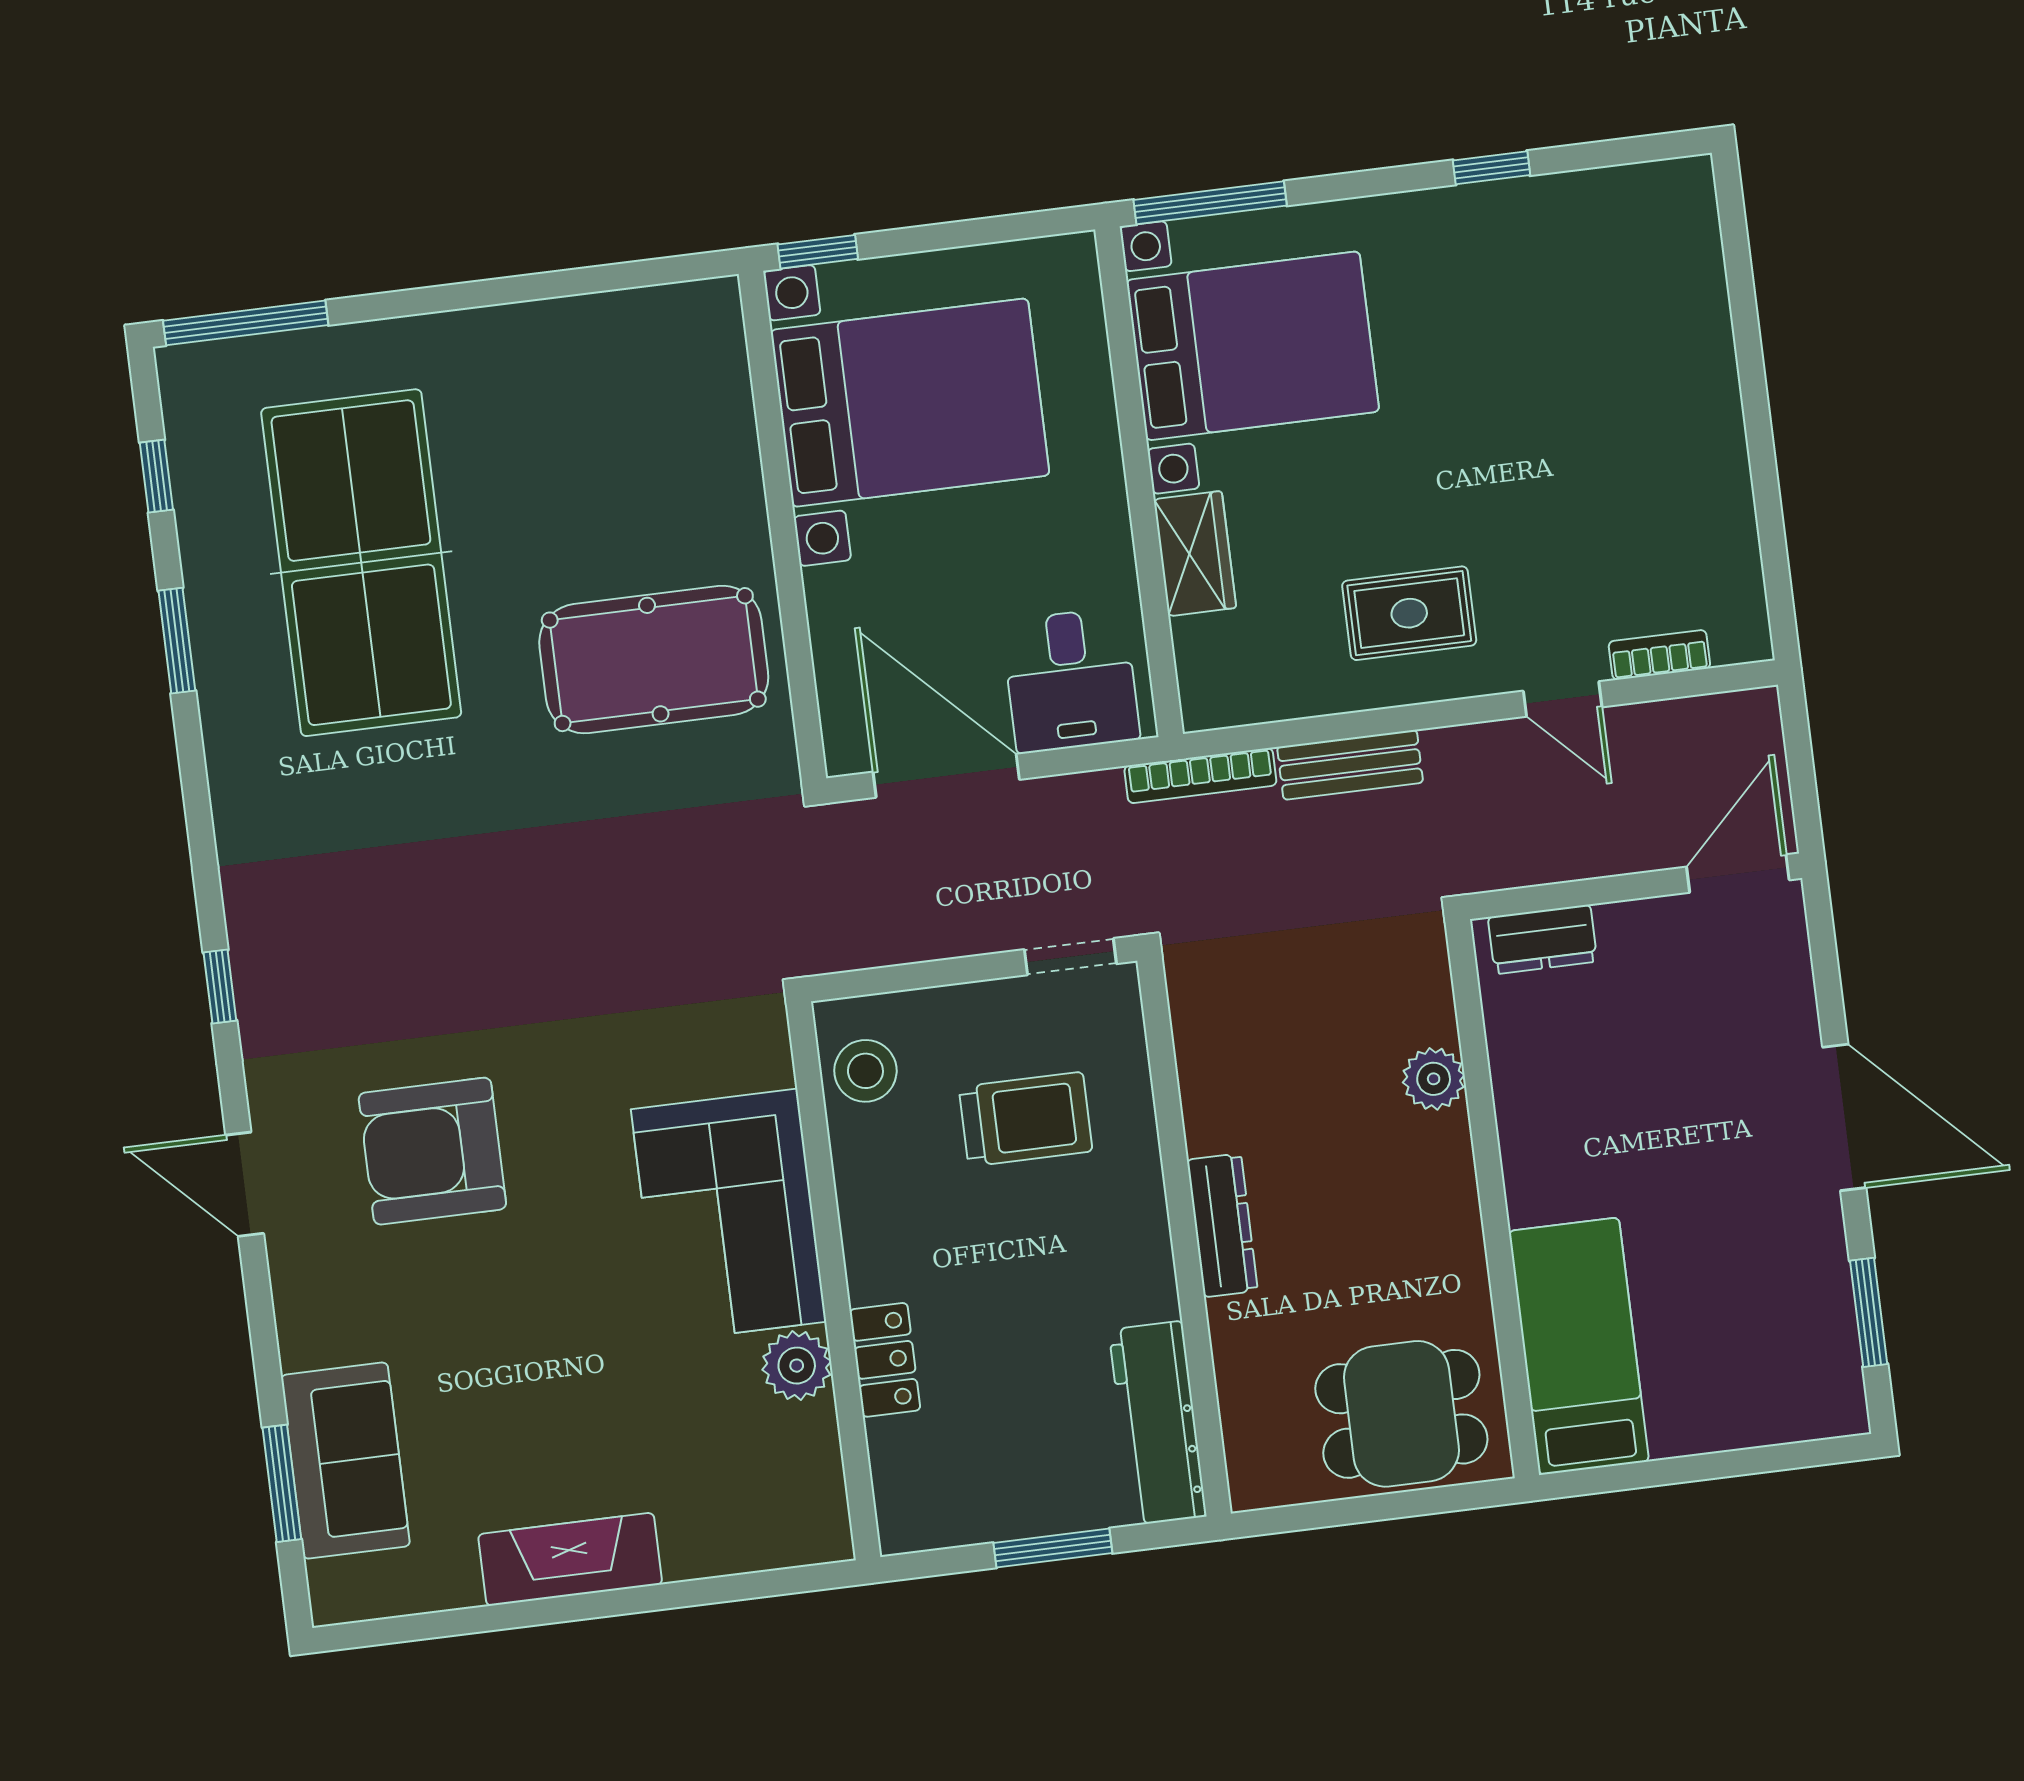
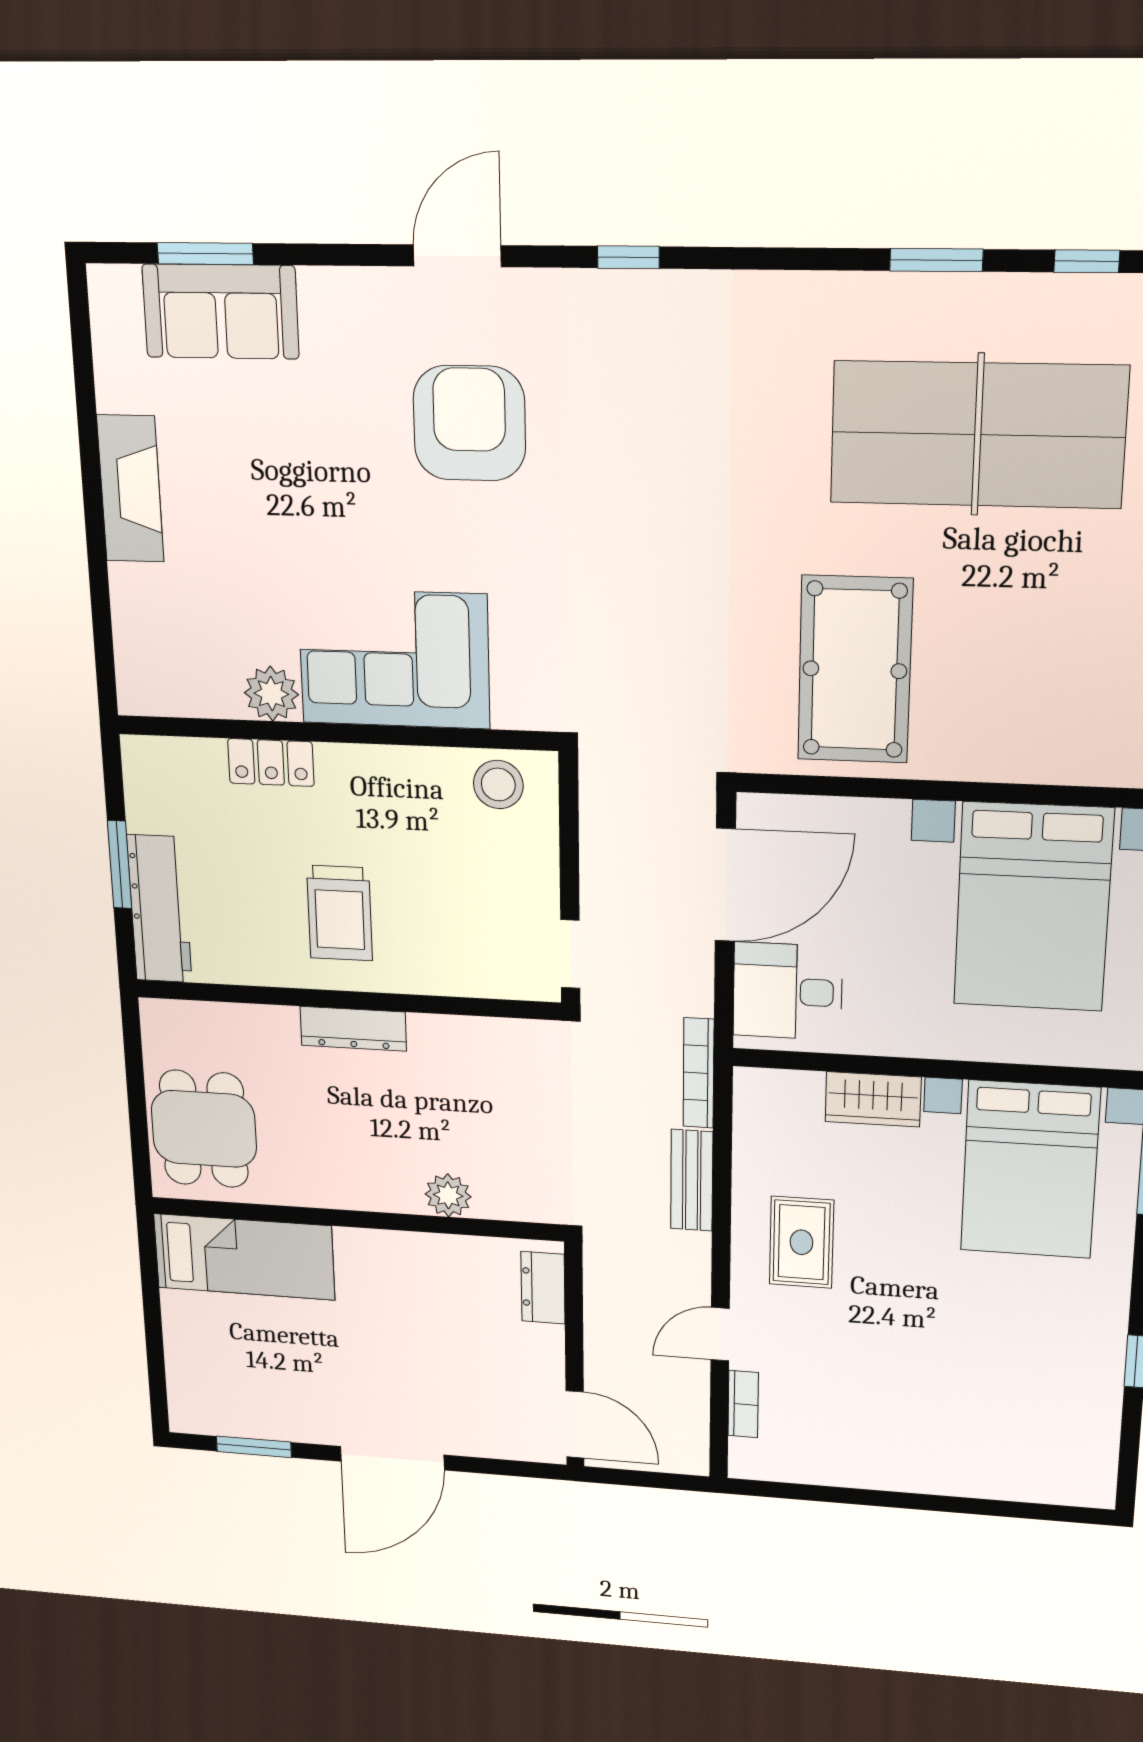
trolley: (1026, 1119) -> (340, 913), moved
workbench: (1158, 1423) -> (159, 909), moved, turned 90

